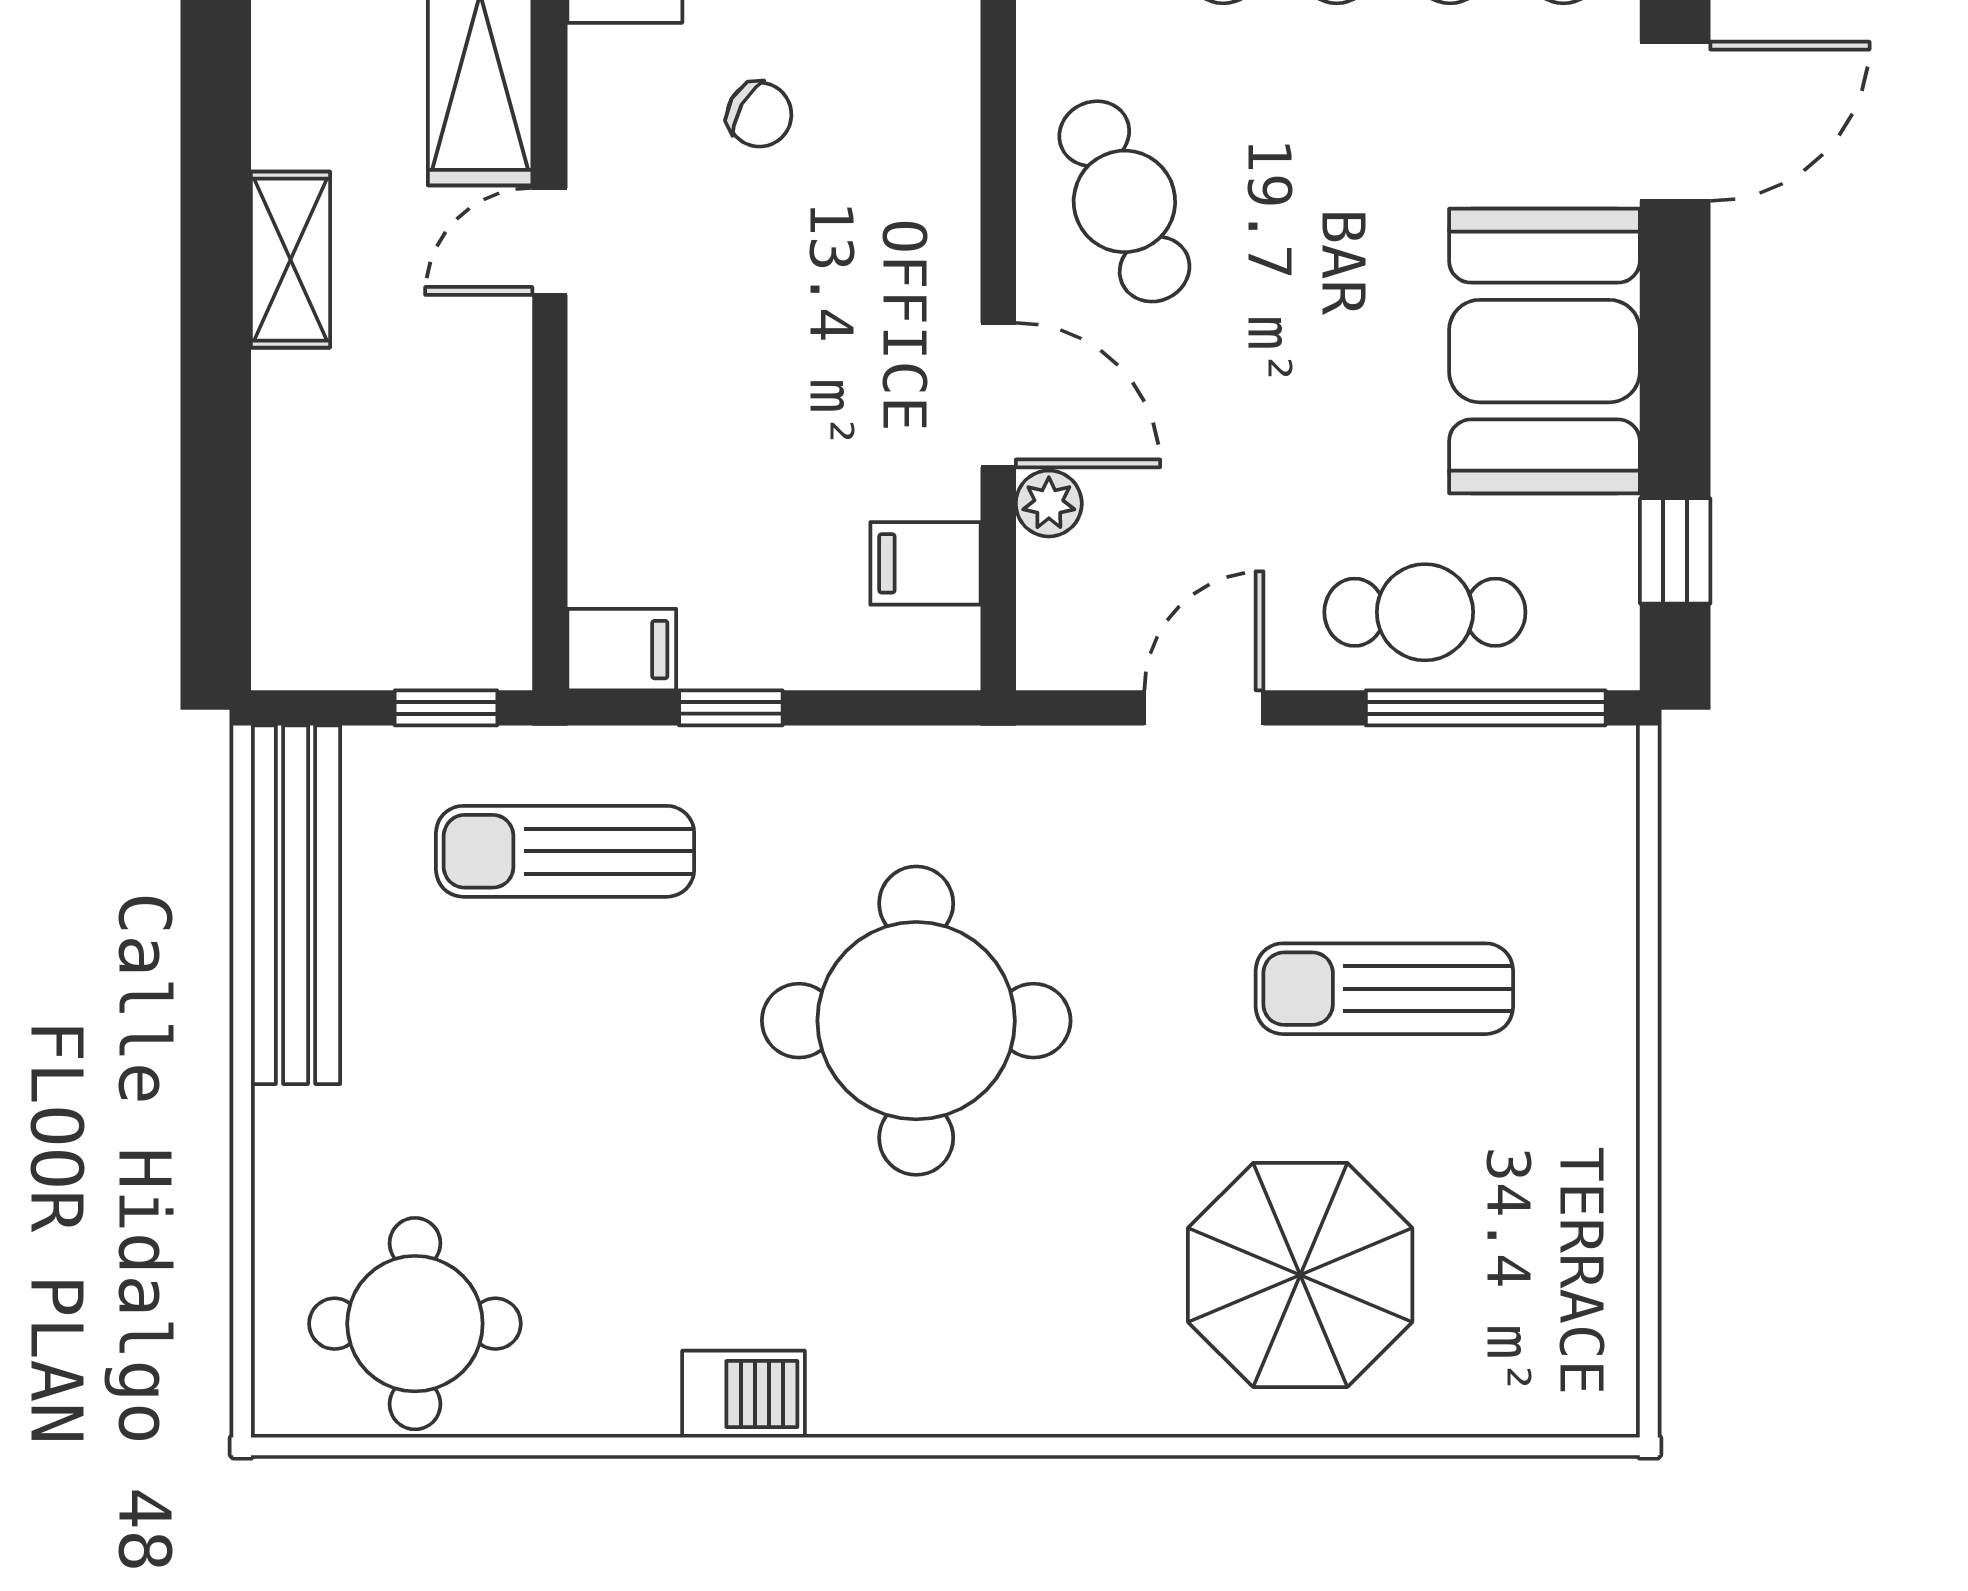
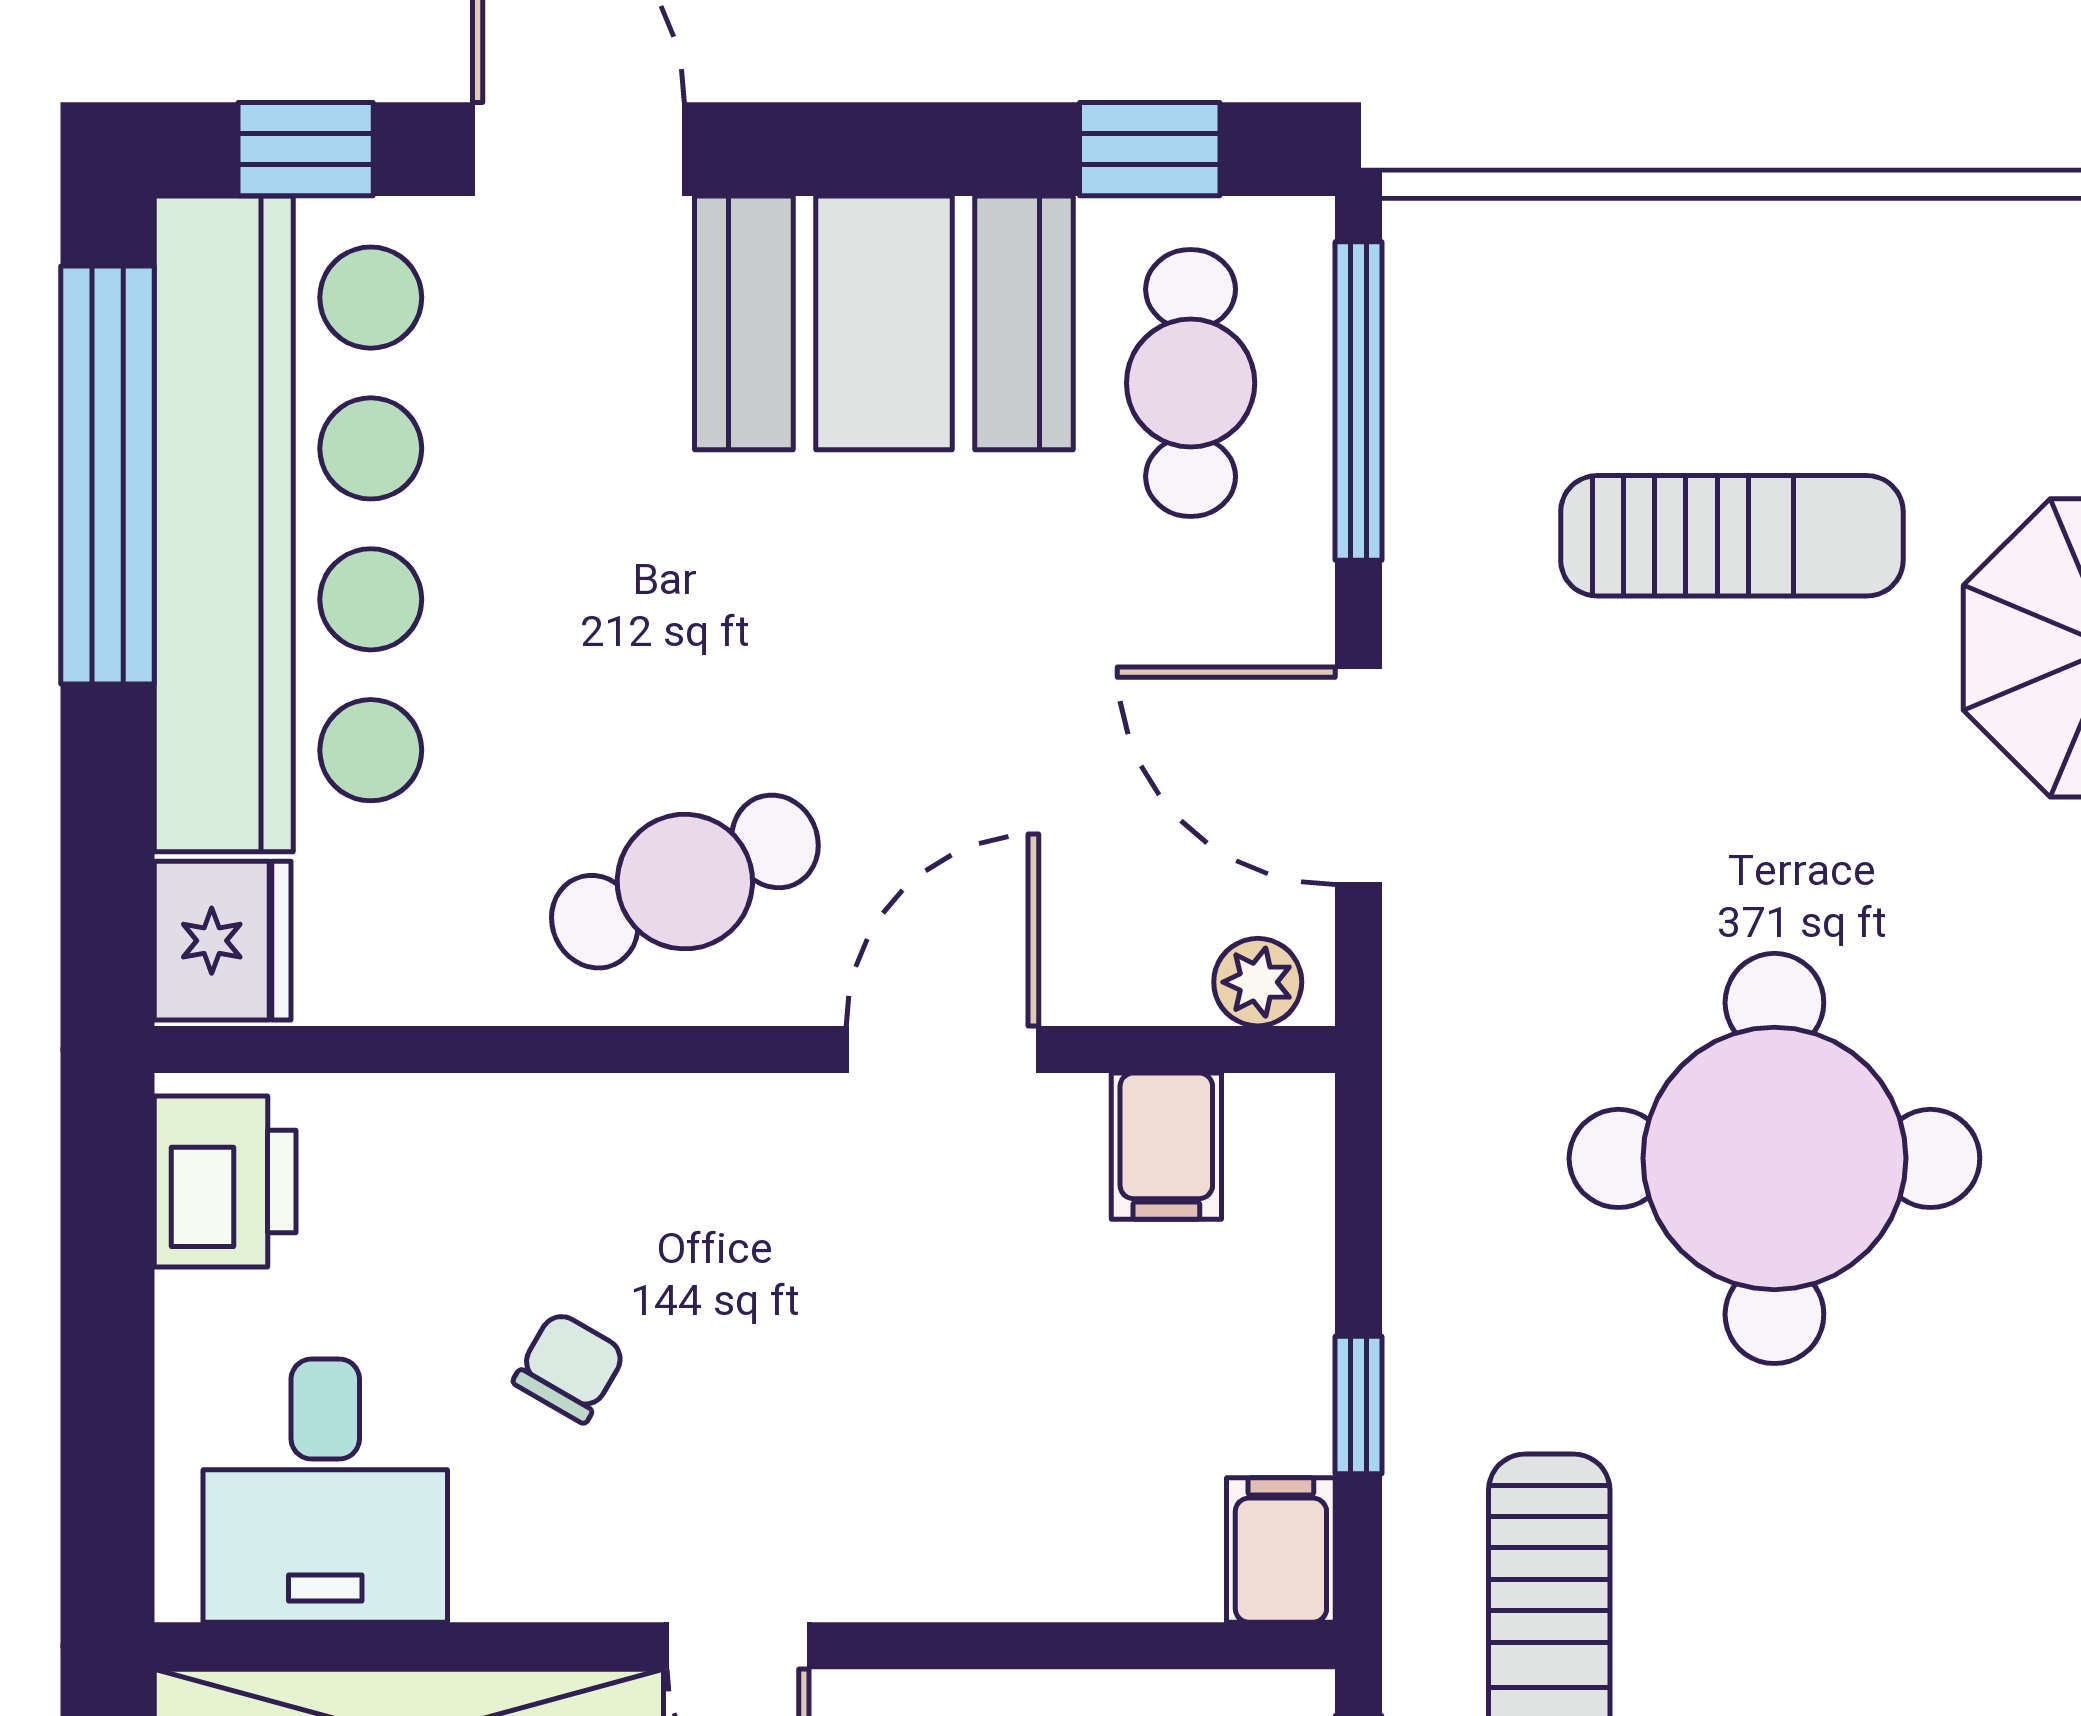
plant: (1049, 504) -> (1258, 982), moved
cafe table: (1425, 612) -> (1191, 383), moved
door: (1204, 708) -> (1358, 776), width x1.38
sun lounger: (1384, 989) -> (1732, 536), turned -90

